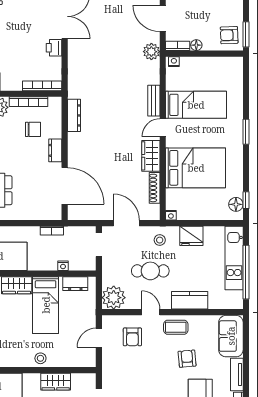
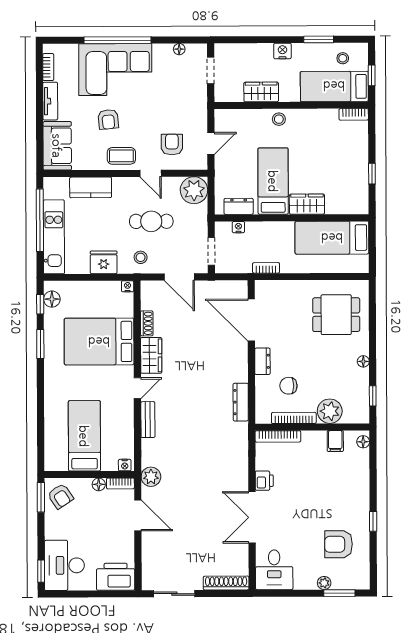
armchair: (229, 35) -> (60, 496), turned 58
bed: (196, 105) -> (84, 436), moved, turned 90
window: (246, 132) -> (40, 344), moved
shoe rack: (155, 188) -> (147, 323), width x0.70
nightstand: (63, 266) -> (238, 227), moved
kitchen counter: (190, 300) -> (91, 187), moved

